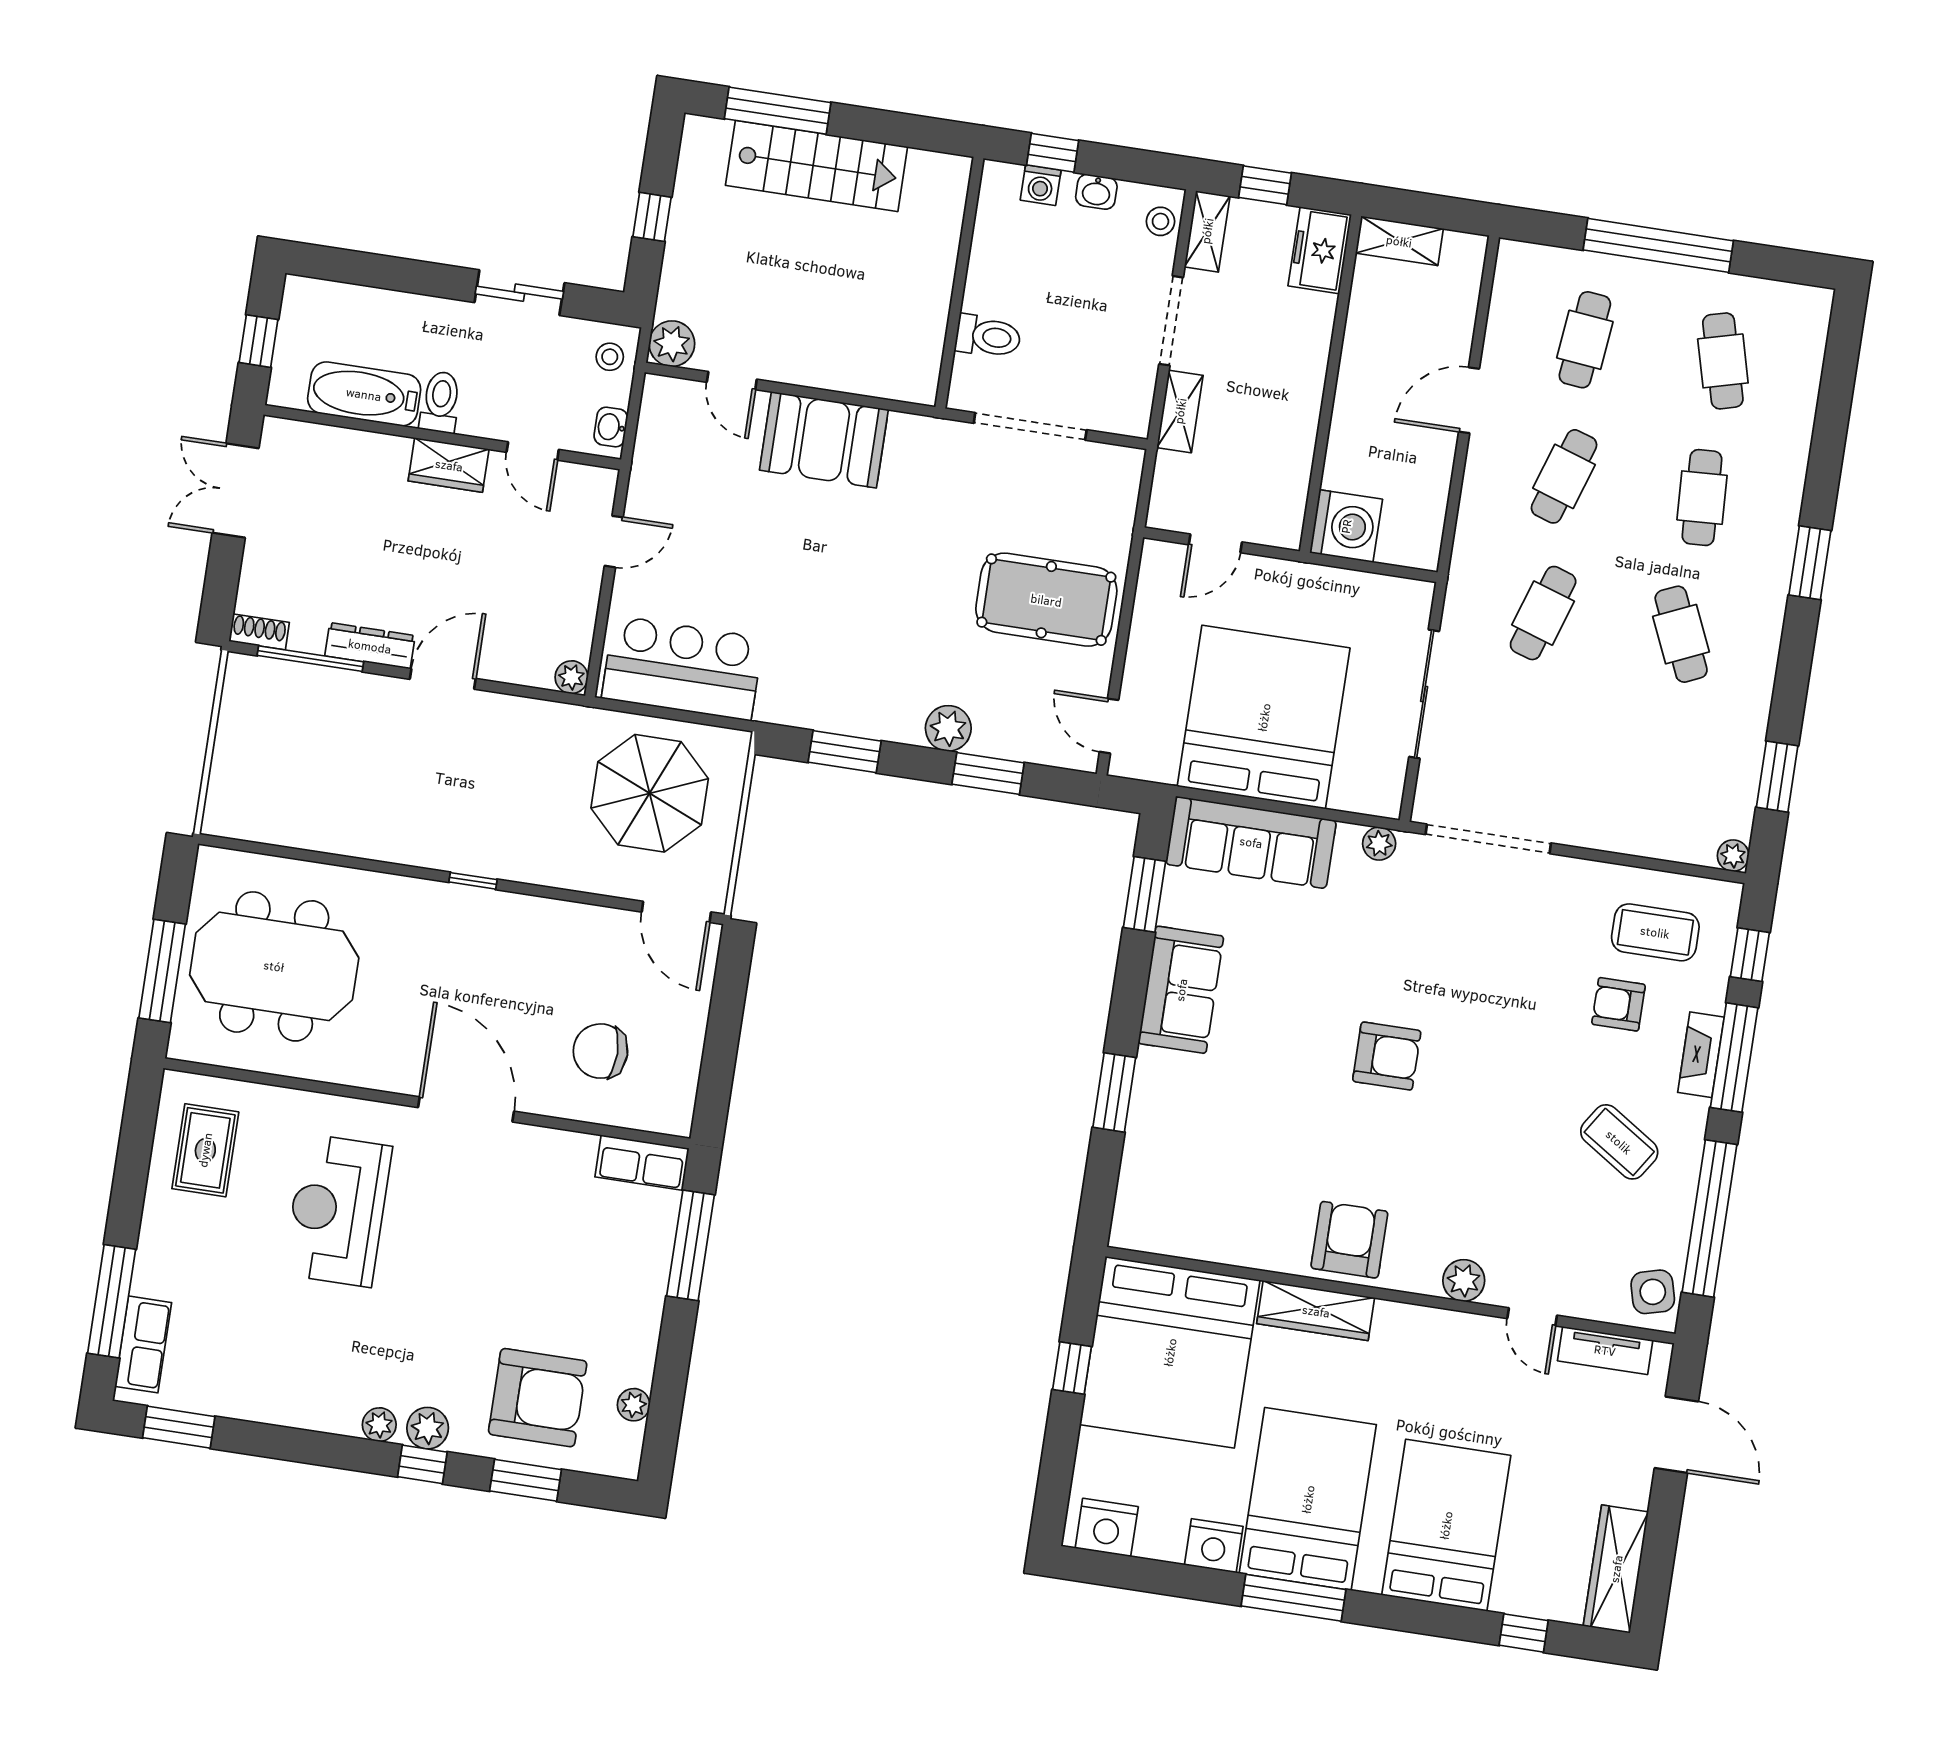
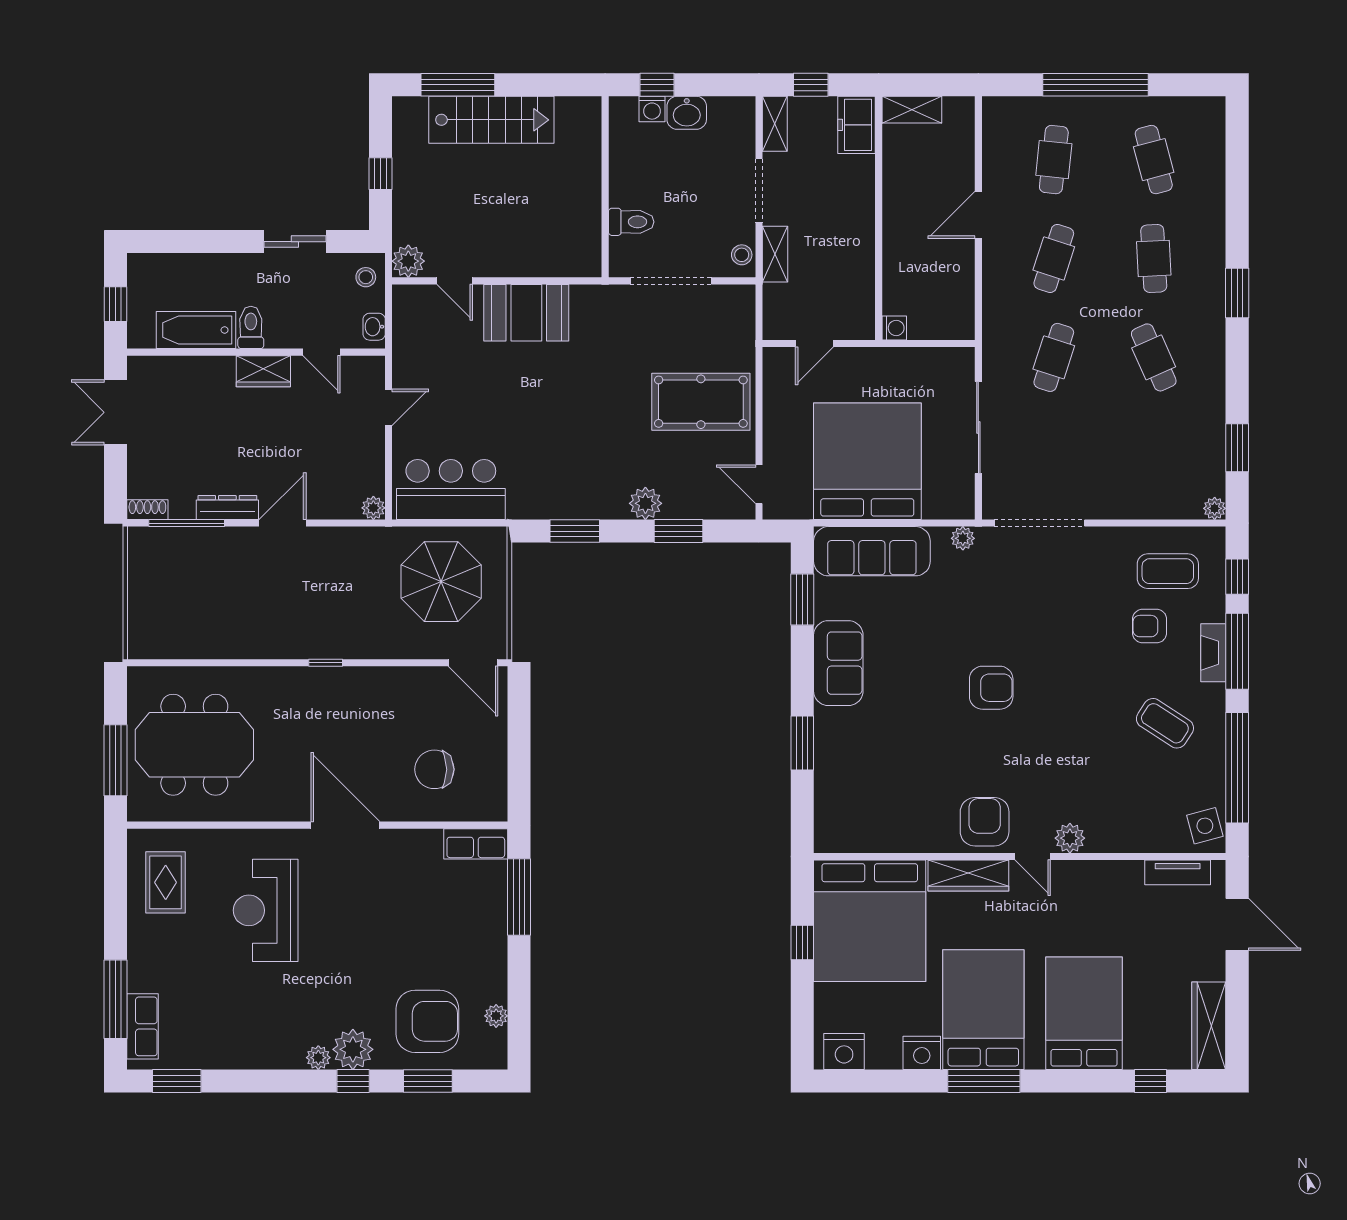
washbasin: (1096, 192) -> (687, 113), width x1.38, depth x1.45
stool: (1160, 221) -> (742, 255), moved
washing machine: (1346, 526) -> (894, 328), width x0.53, depth x0.53
door: (1532, 1317) -> (1033, 856), moved
plant: (428, 1428) -> (353, 1049), width x1.36, depth x1.36

